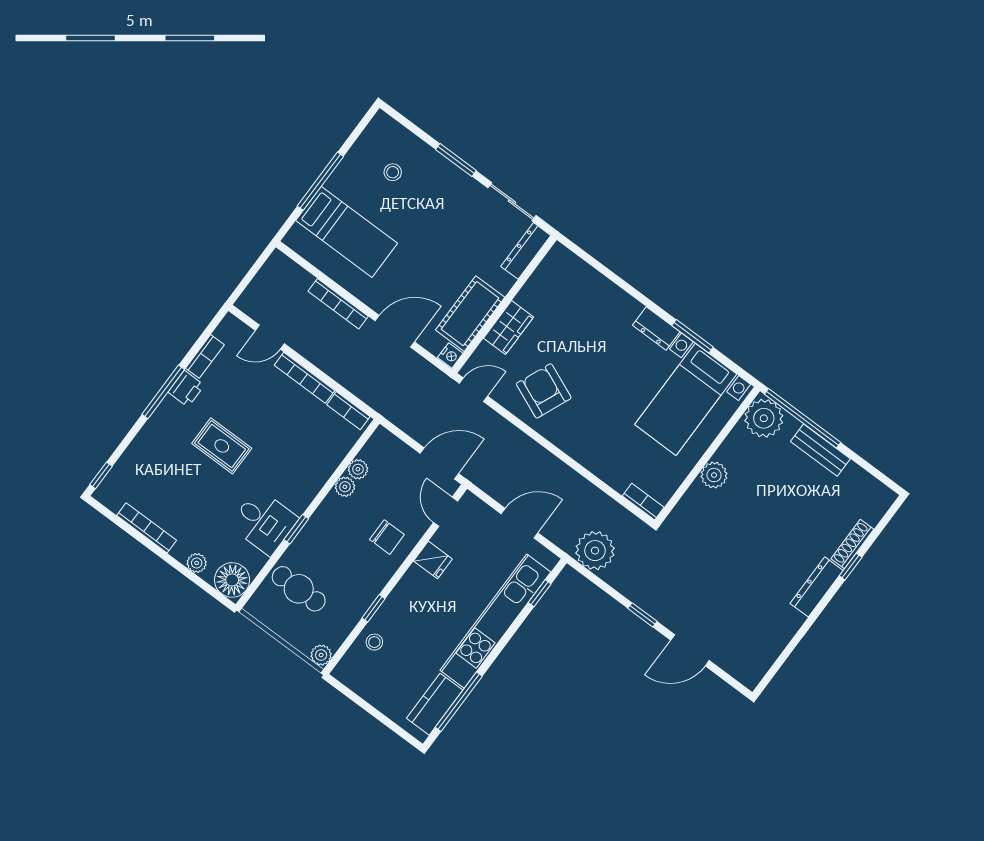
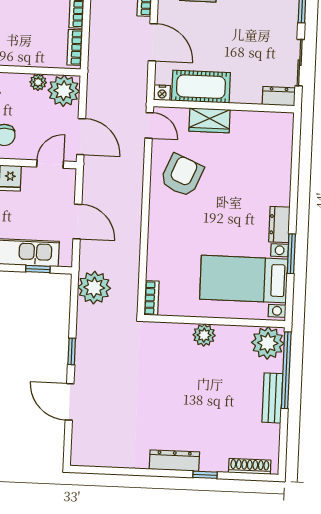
dresser: (526, 251) -> (279, 96), width x0.70
plant: (345, 487) -> (64, 91), moved, width x1.87, depth x1.87
shoe rack: (852, 544) -> (250, 466), moved

